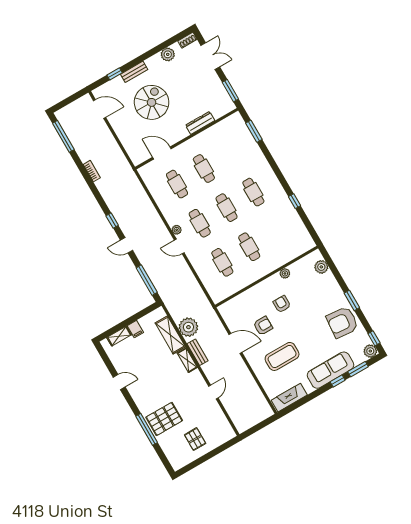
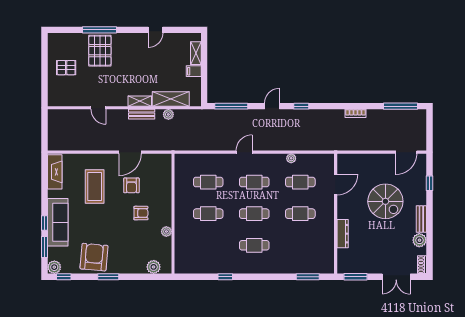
bench: (134, 72) -> (421, 219), moved
plant: (177, 230) -> (291, 158), moved
plant: (188, 327) -> (168, 114), width x0.53, depth x0.53

